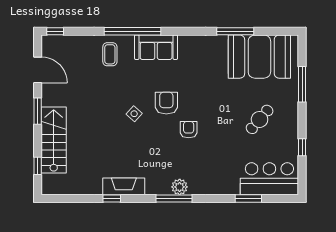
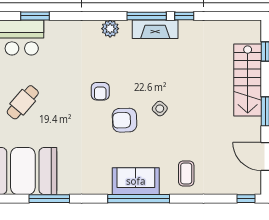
window: (133, 31) -> (139, 199), moved
armchair: (166, 103) -> (125, 120), turned 88
fireplace: (124, 186) -> (155, 29), moved
window: (174, 199) -> (147, 16), moved

